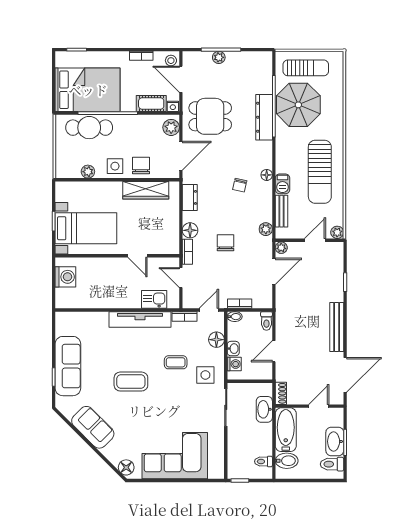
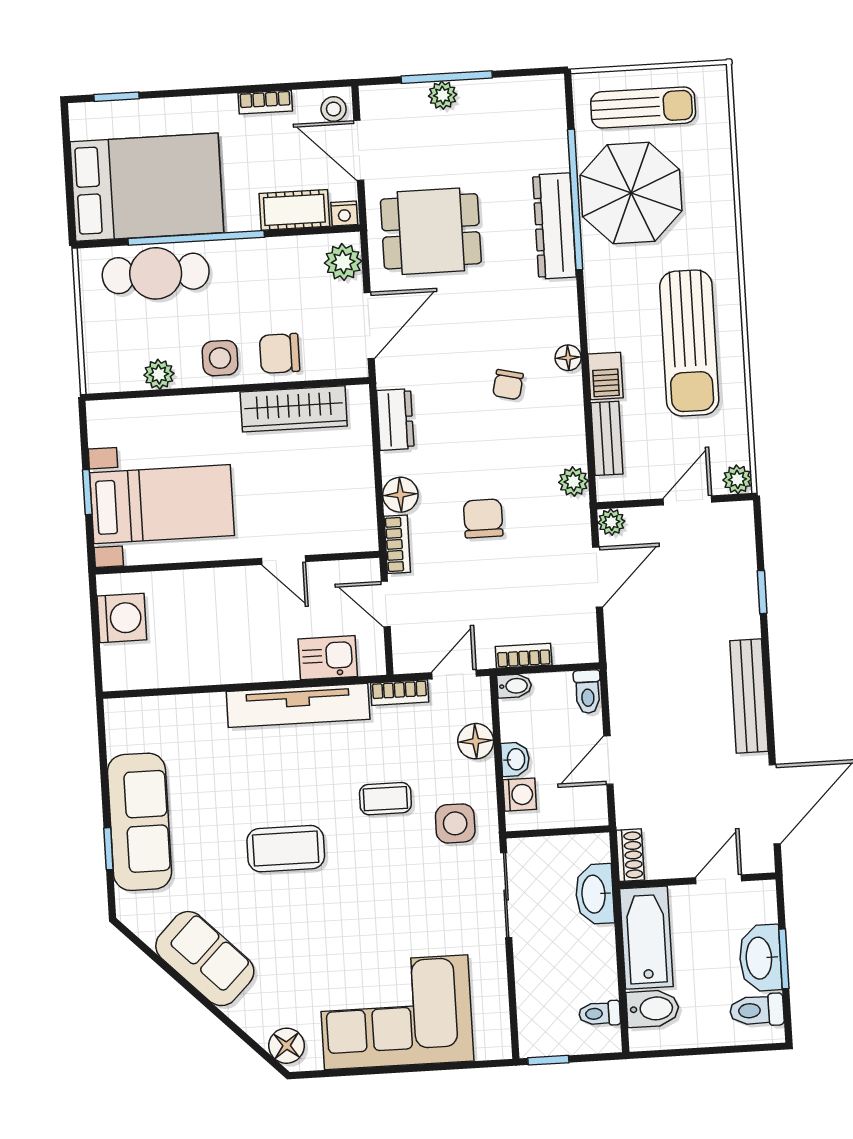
chair: (141, 166) -> (280, 353), turned -90

